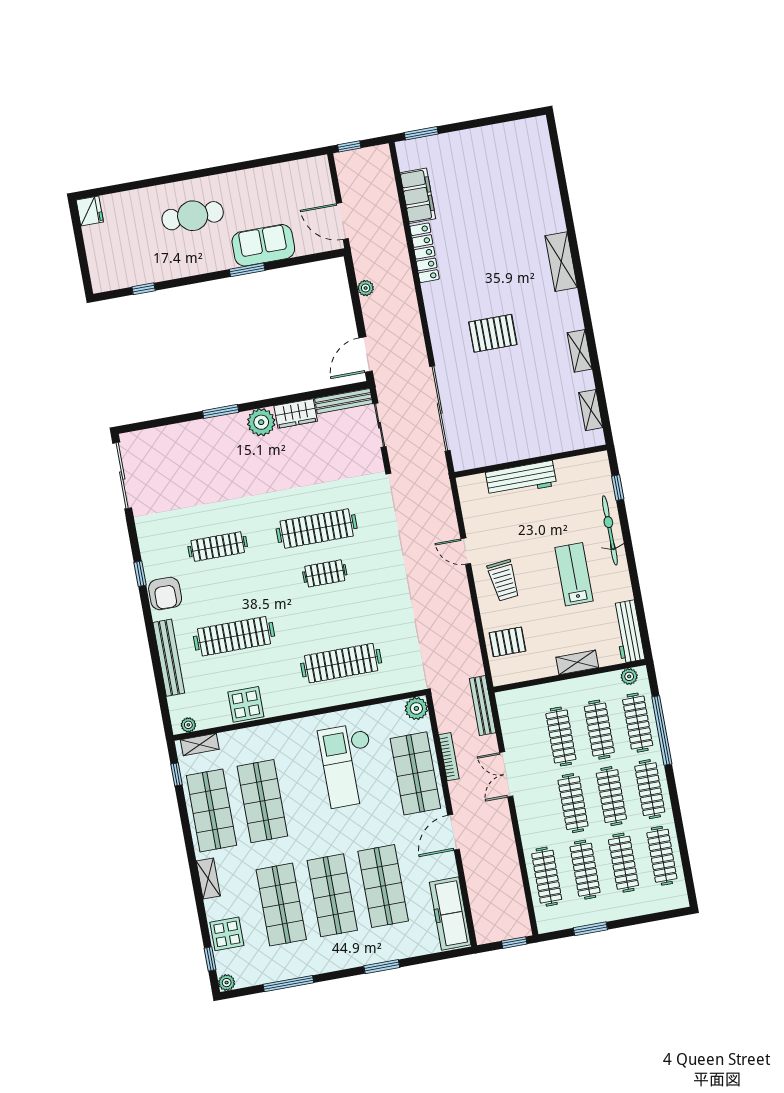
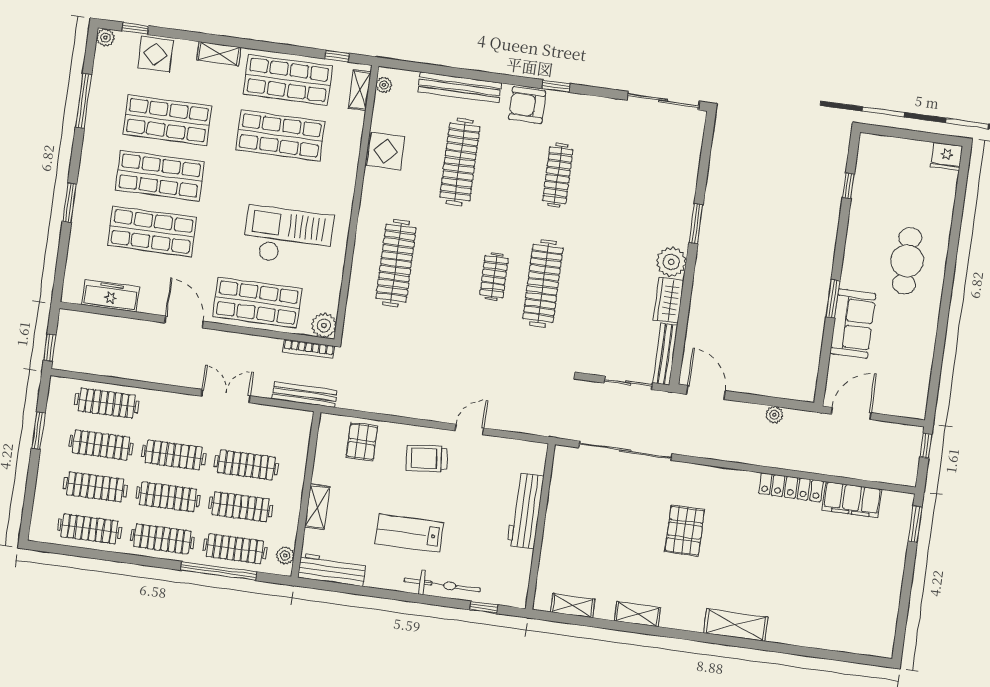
lab bench: (574, 574) -> (409, 533), turned 180
bookcase: (449, 757) -> (309, 349), moved
freezer: (450, 913) -> (111, 296), width x0.73, depth x0.79

